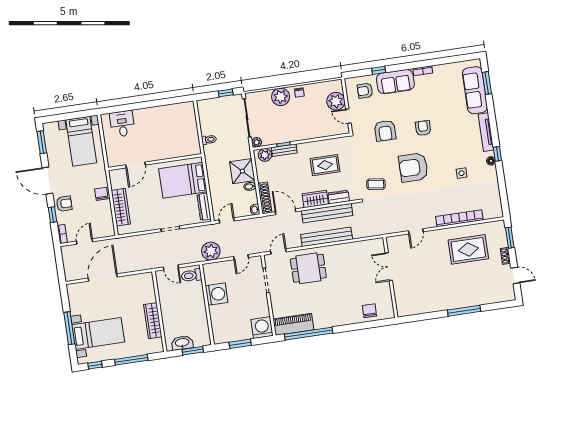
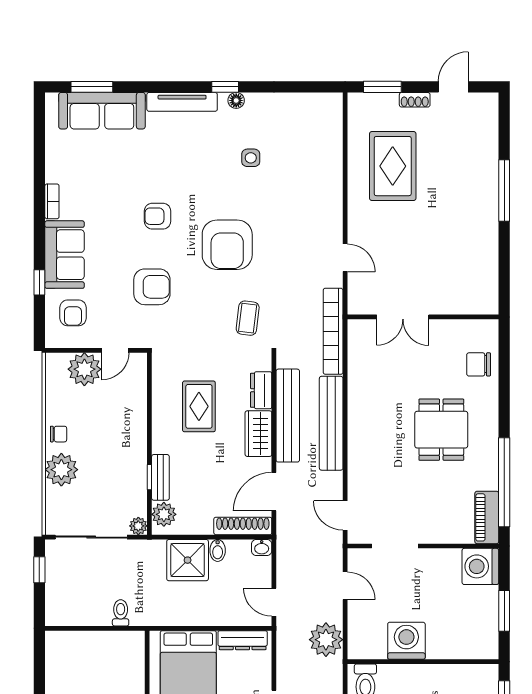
bookcase: (459, 218) -> (333, 331), moved
dining table: (308, 268) -> (441, 430), moved
piano: (293, 324) -> (487, 517), width x0.73, depth x0.75

